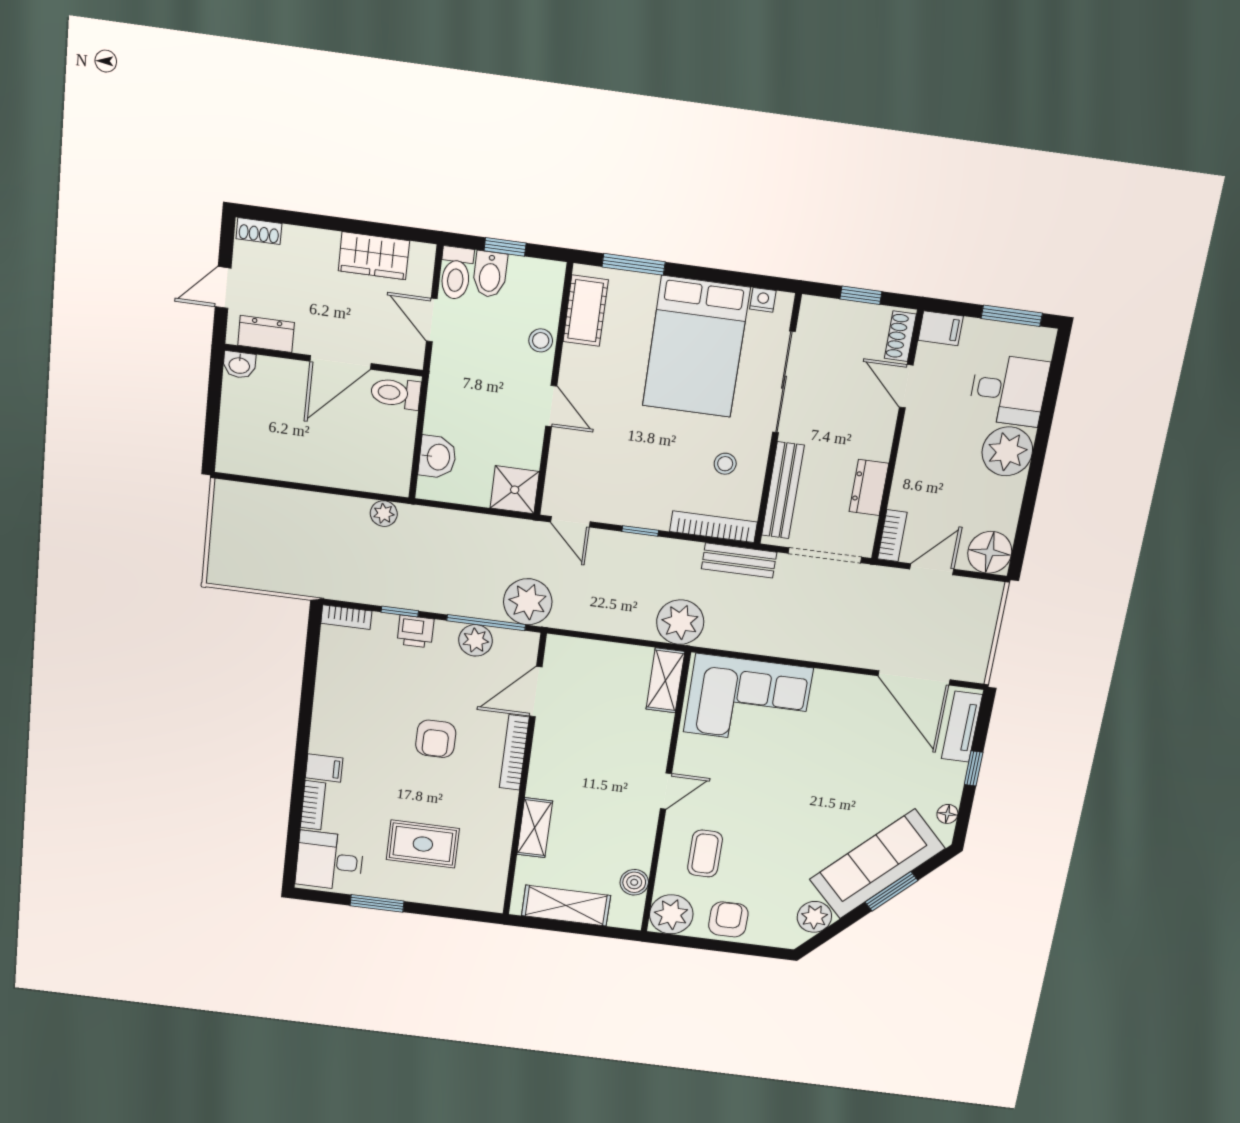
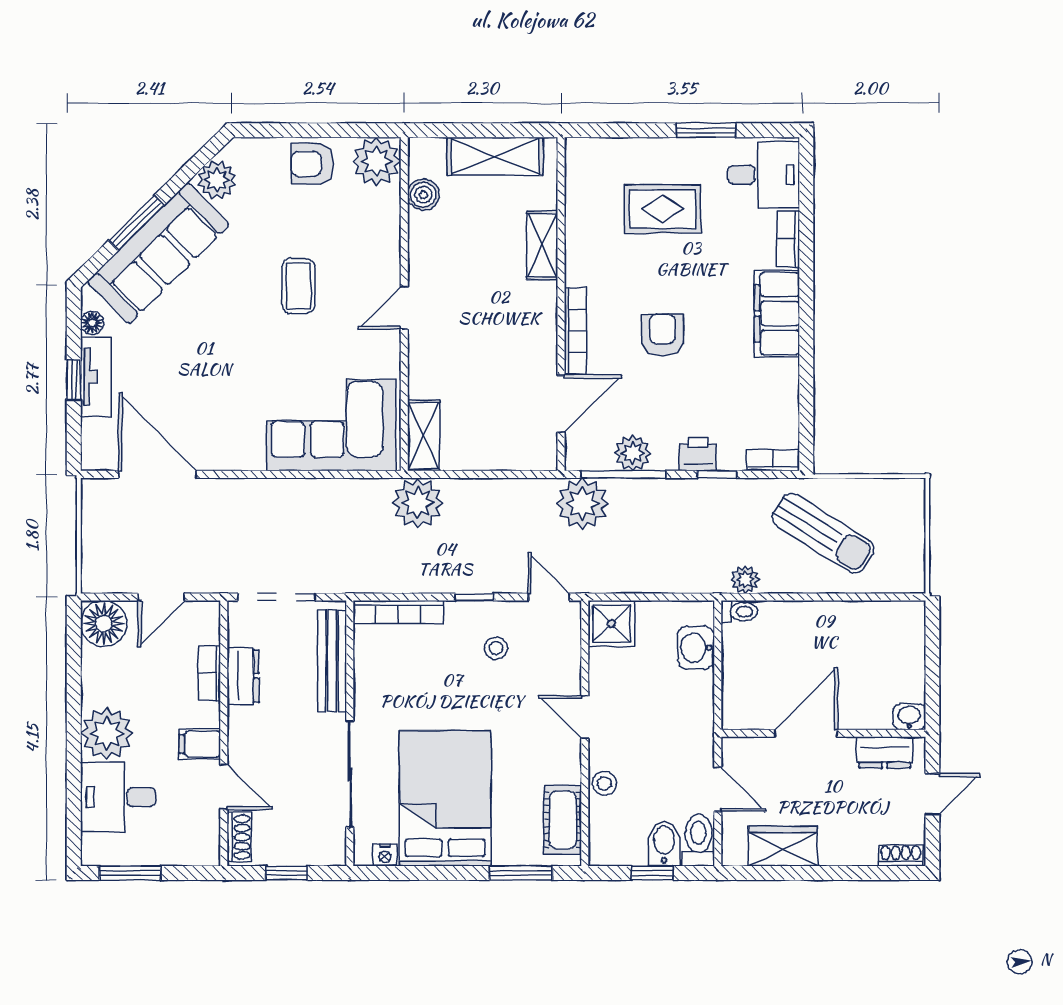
filing cabinet: (941, 328) -> (200, 744), moved
toilet: (396, 393) -> (739, 612), moved, width x0.73, depth x0.72
stool: (725, 464) -> (496, 648), moved
bookcase: (892, 536) -> (209, 673), moved
sun lounger: (306, 546) -> (823, 533), added
bench: (739, 561) -> (366, 579), removed
tv unit: (962, 727) -> (96, 377), moved
filing cabinet: (324, 768) -> (777, 313), width x3.00, depth x1.17
coffee table: (705, 854) -> (298, 286), moved
armchair: (728, 919) -> (312, 164), turned 90

